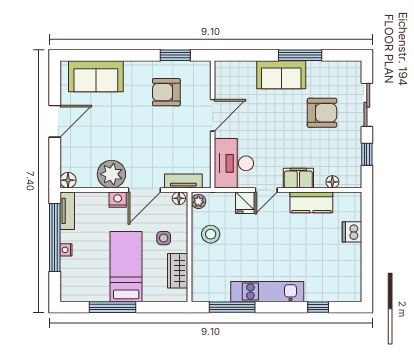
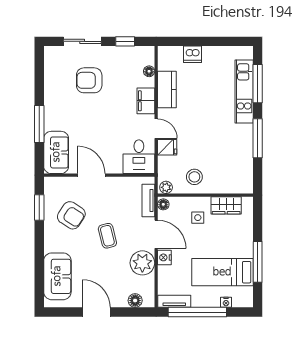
window: (300, 55) -> (39, 124), moved
sofa: (281, 75) -> (56, 152), moved
armchair: (166, 92) -> (71, 215), turned -57
armchair: (322, 113) -> (89, 80), turned -90
coffee table: (143, 134) -> (107, 236), added
desk: (234, 163) -> (139, 157), width x0.73
floor lamp: (68, 180) -> (135, 301), moved
nightstand: (66, 250) -> (226, 302), moved
bed: (126, 267) -> (222, 272), moved
kitchen unit: (267, 292) -> (244, 91), moved
window: (232, 307) -> (258, 138), moved
window: (318, 307) -> (258, 84), width x2.17

